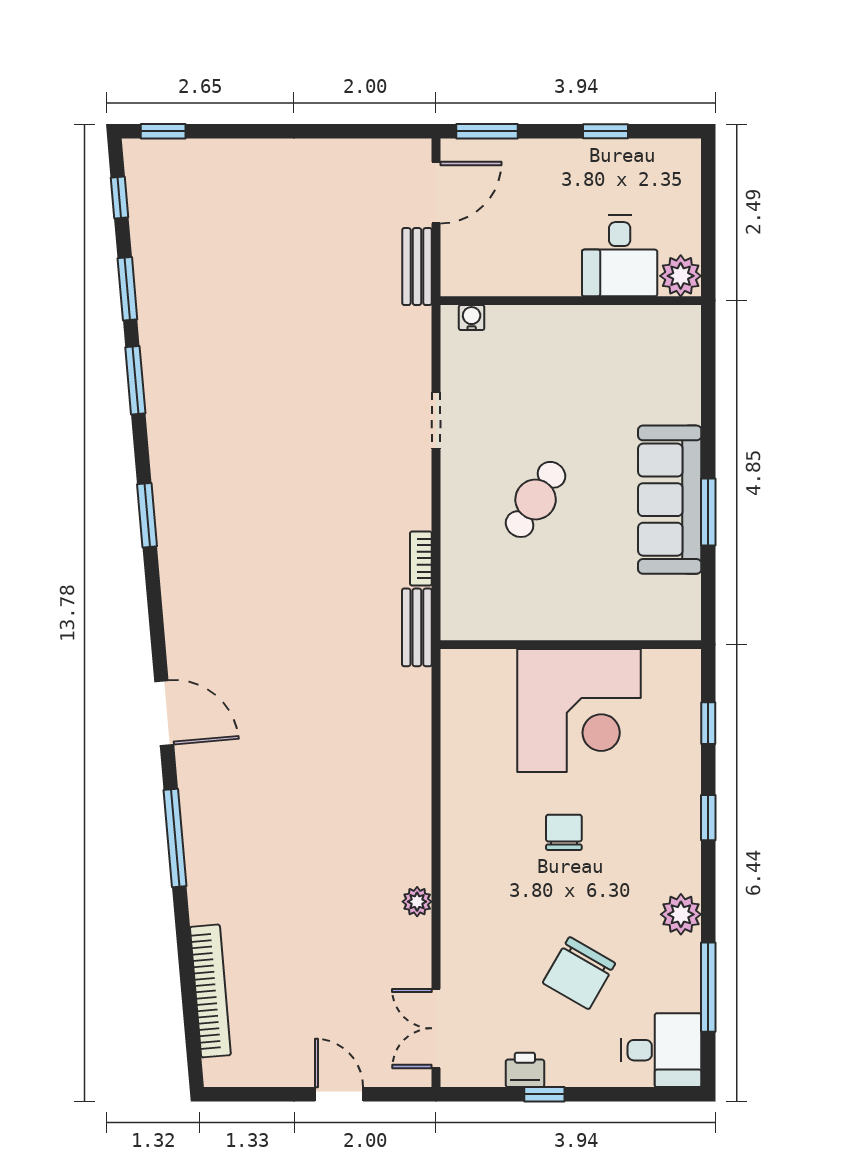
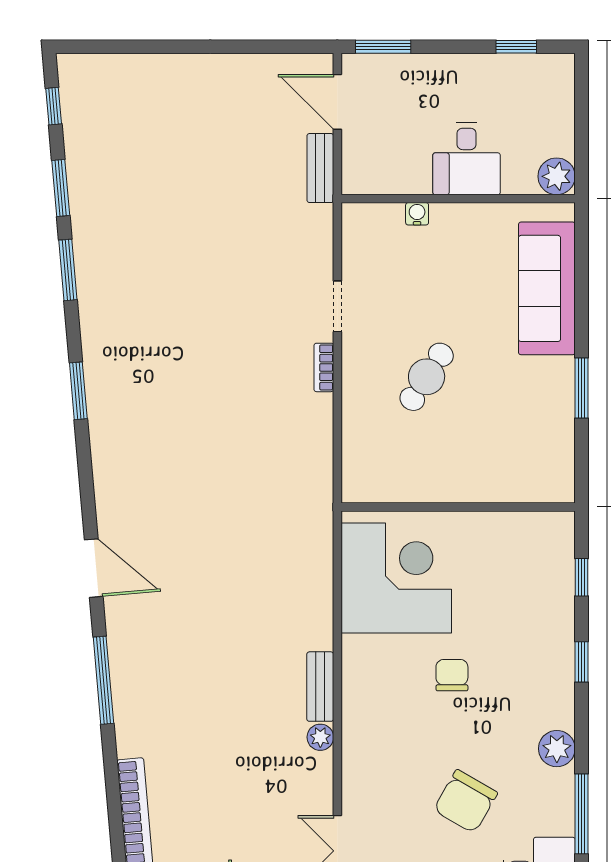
window: (163, 131) -> (93, 47), removed
window: (605, 131) -> (516, 47), moved
door: (436, 193) -> (337, 102), swing flipped
desk: (620, 256) -> (467, 159), moved
water cooler: (472, 318) -> (417, 214), moved
sofa: (670, 500) -> (547, 288), moved
bookcase: (421, 558) -> (324, 367), moved
bench: (417, 627) -> (320, 687), moved
corner desk: (579, 710) -> (396, 578), moved, turned -90

